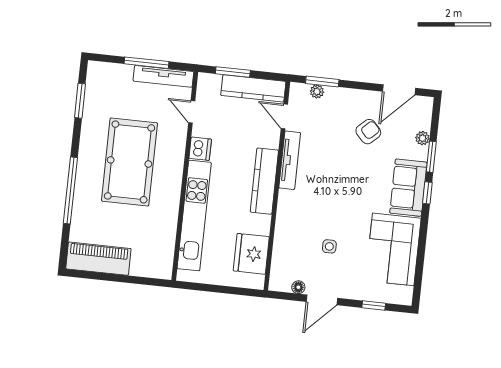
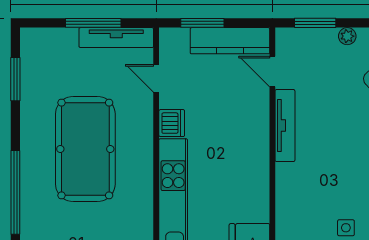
plant: (317, 92) -> (347, 36), moved
kitchen counter: (264, 181) -> (256, 155), removed

